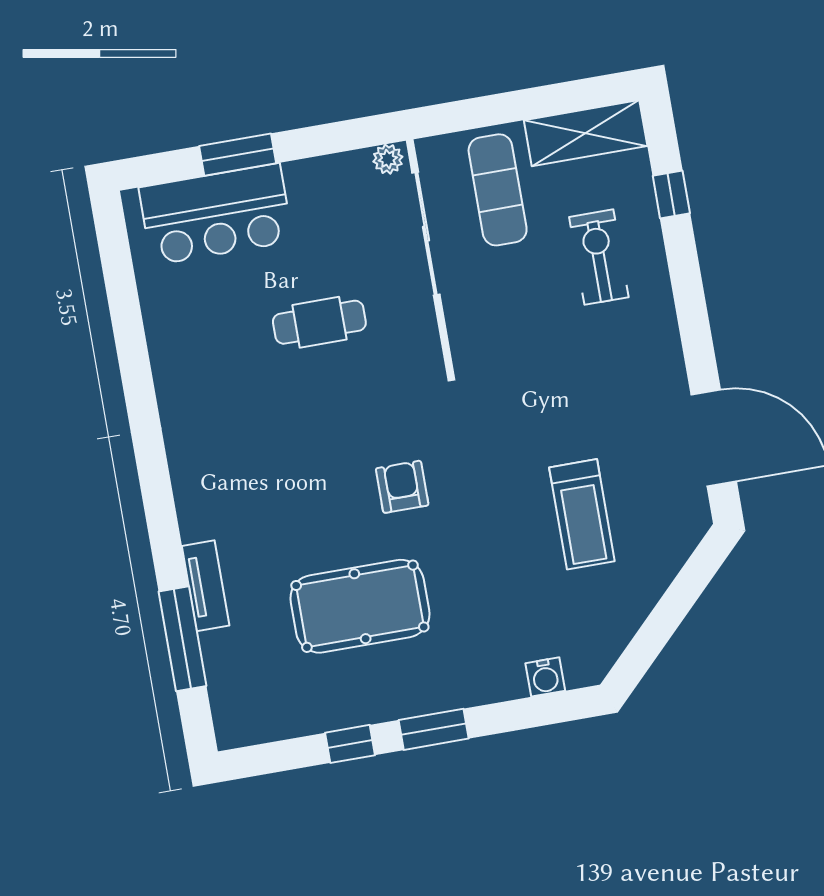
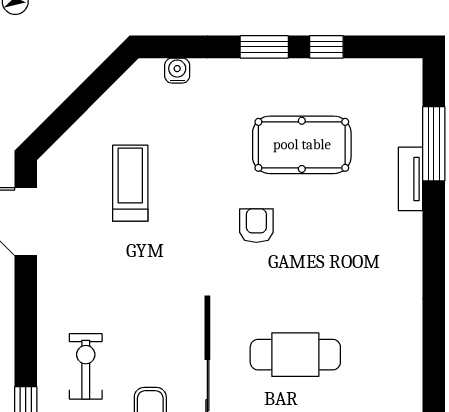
exercise bike: (599, 257) -> (86, 366), turned 180
cafe table: (319, 322) -> (295, 355), width x1.37, depth x1.35
armchair: (402, 487) -> (256, 226), turned 180

